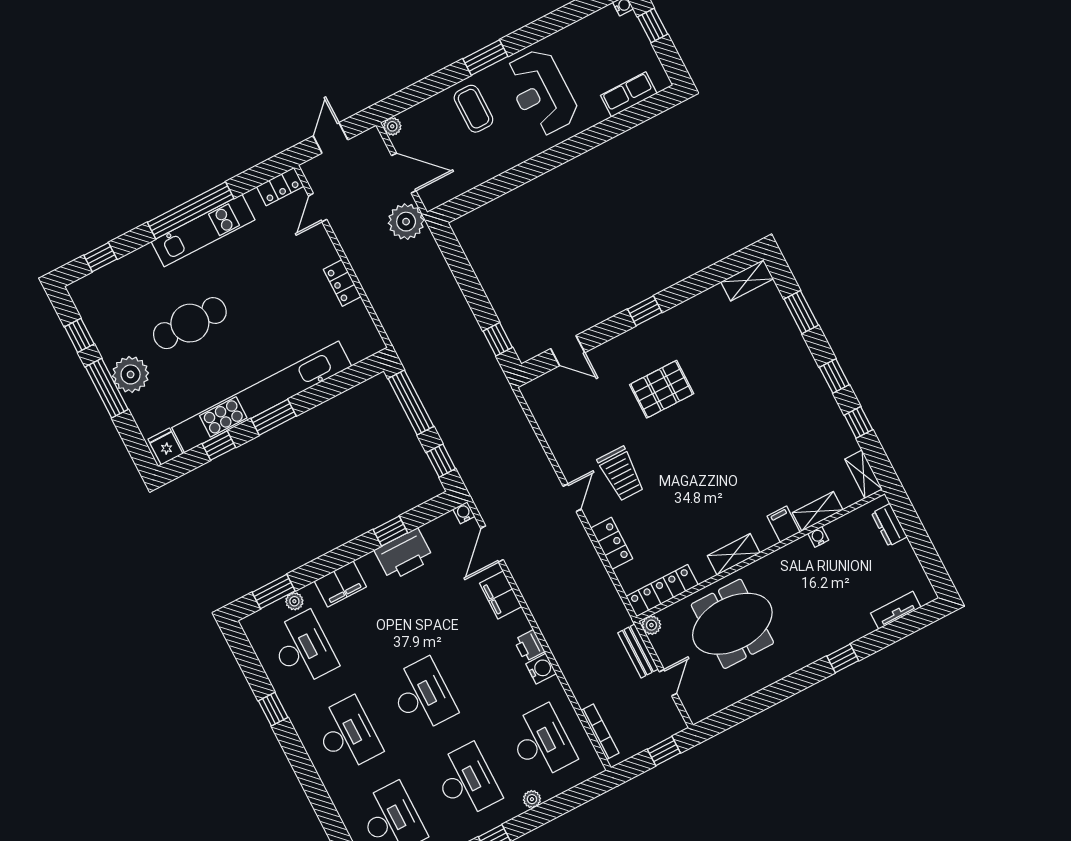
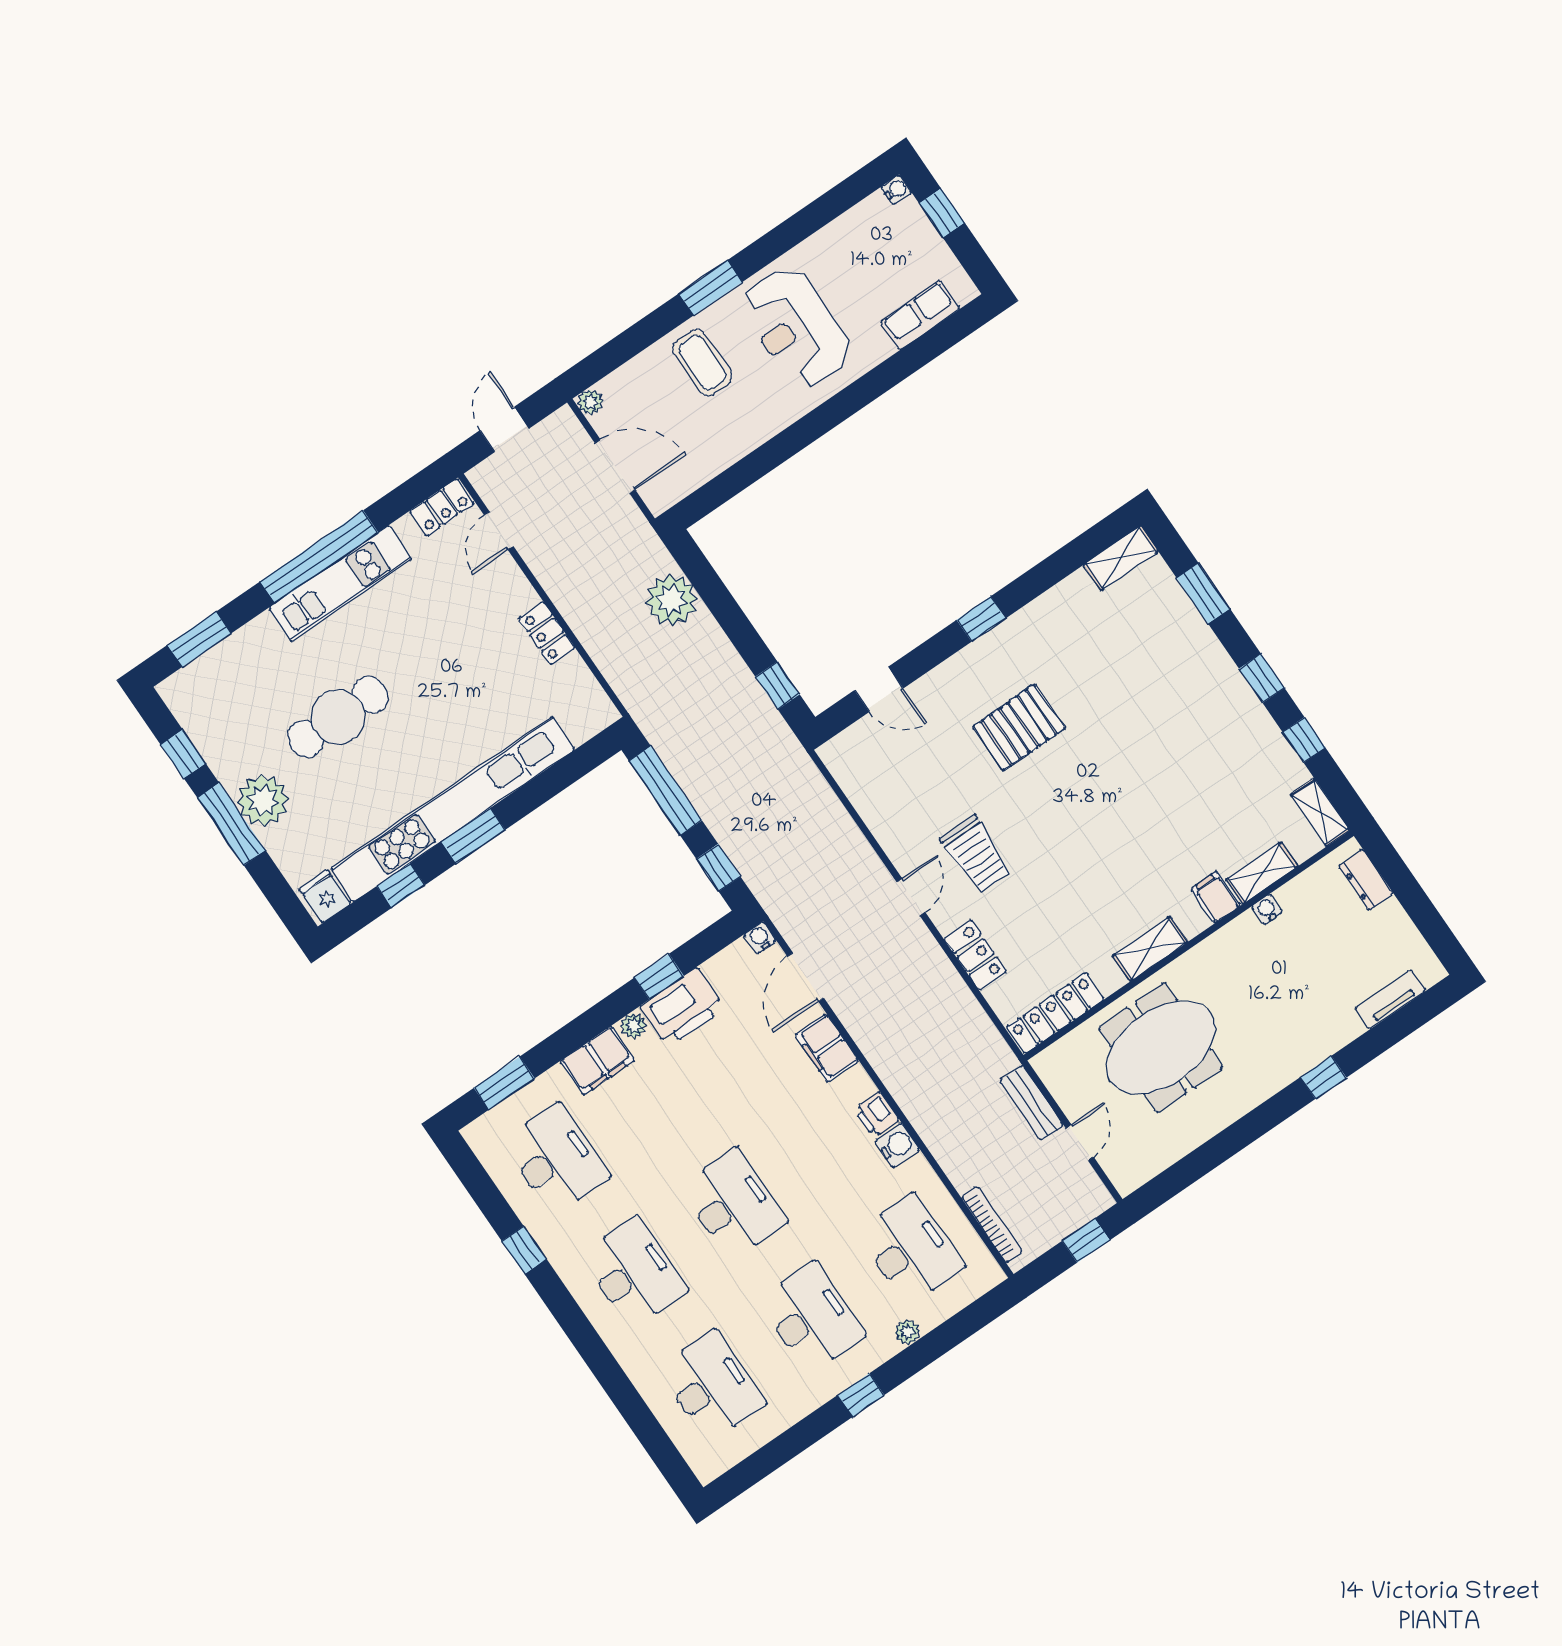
plant: (406, 222) -> (672, 600), moved
window: (100, 257) -> (199, 639), width x1.50
plant: (294, 601) -> (633, 1026), moved
plant: (651, 625) -> (1046, 1064), removed

